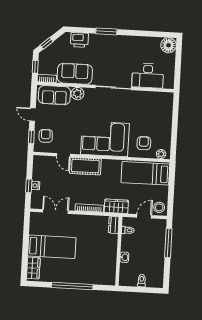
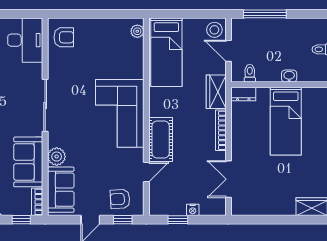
desk: (148, 76) -> (25, 40), moved
armchair: (144, 143) -> (64, 37), moved, turned 180
window: (29, 186) -> (178, 220), moved
bed: (52, 247) -> (286, 121), moved, turned 180

